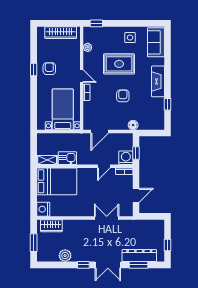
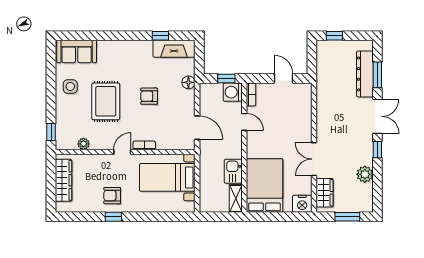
fireplace: (158, 81) -> (174, 49), moved
double door: (107, 218) -> (314, 159), moved
window: (168, 245) -> (334, 36), moved

